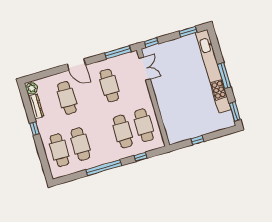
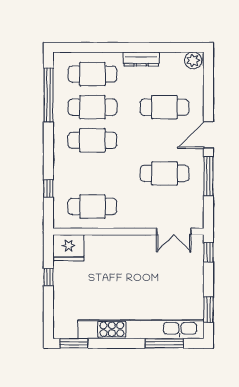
window: (118, 52) -> (208, 176), moved
window: (224, 76) -> (164, 343), moved
dresser: (36, 106) -> (141, 59), moved
window: (34, 129) -> (134, 47), removed
cafe table: (123, 132) -> (92, 140), moved
fridge: (175, 133) -> (68, 248), added
window: (104, 168) -> (48, 95), moved

